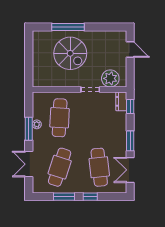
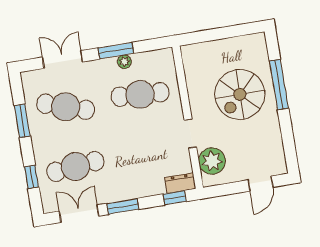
window: (90, 197) -> (32, 177), moved

